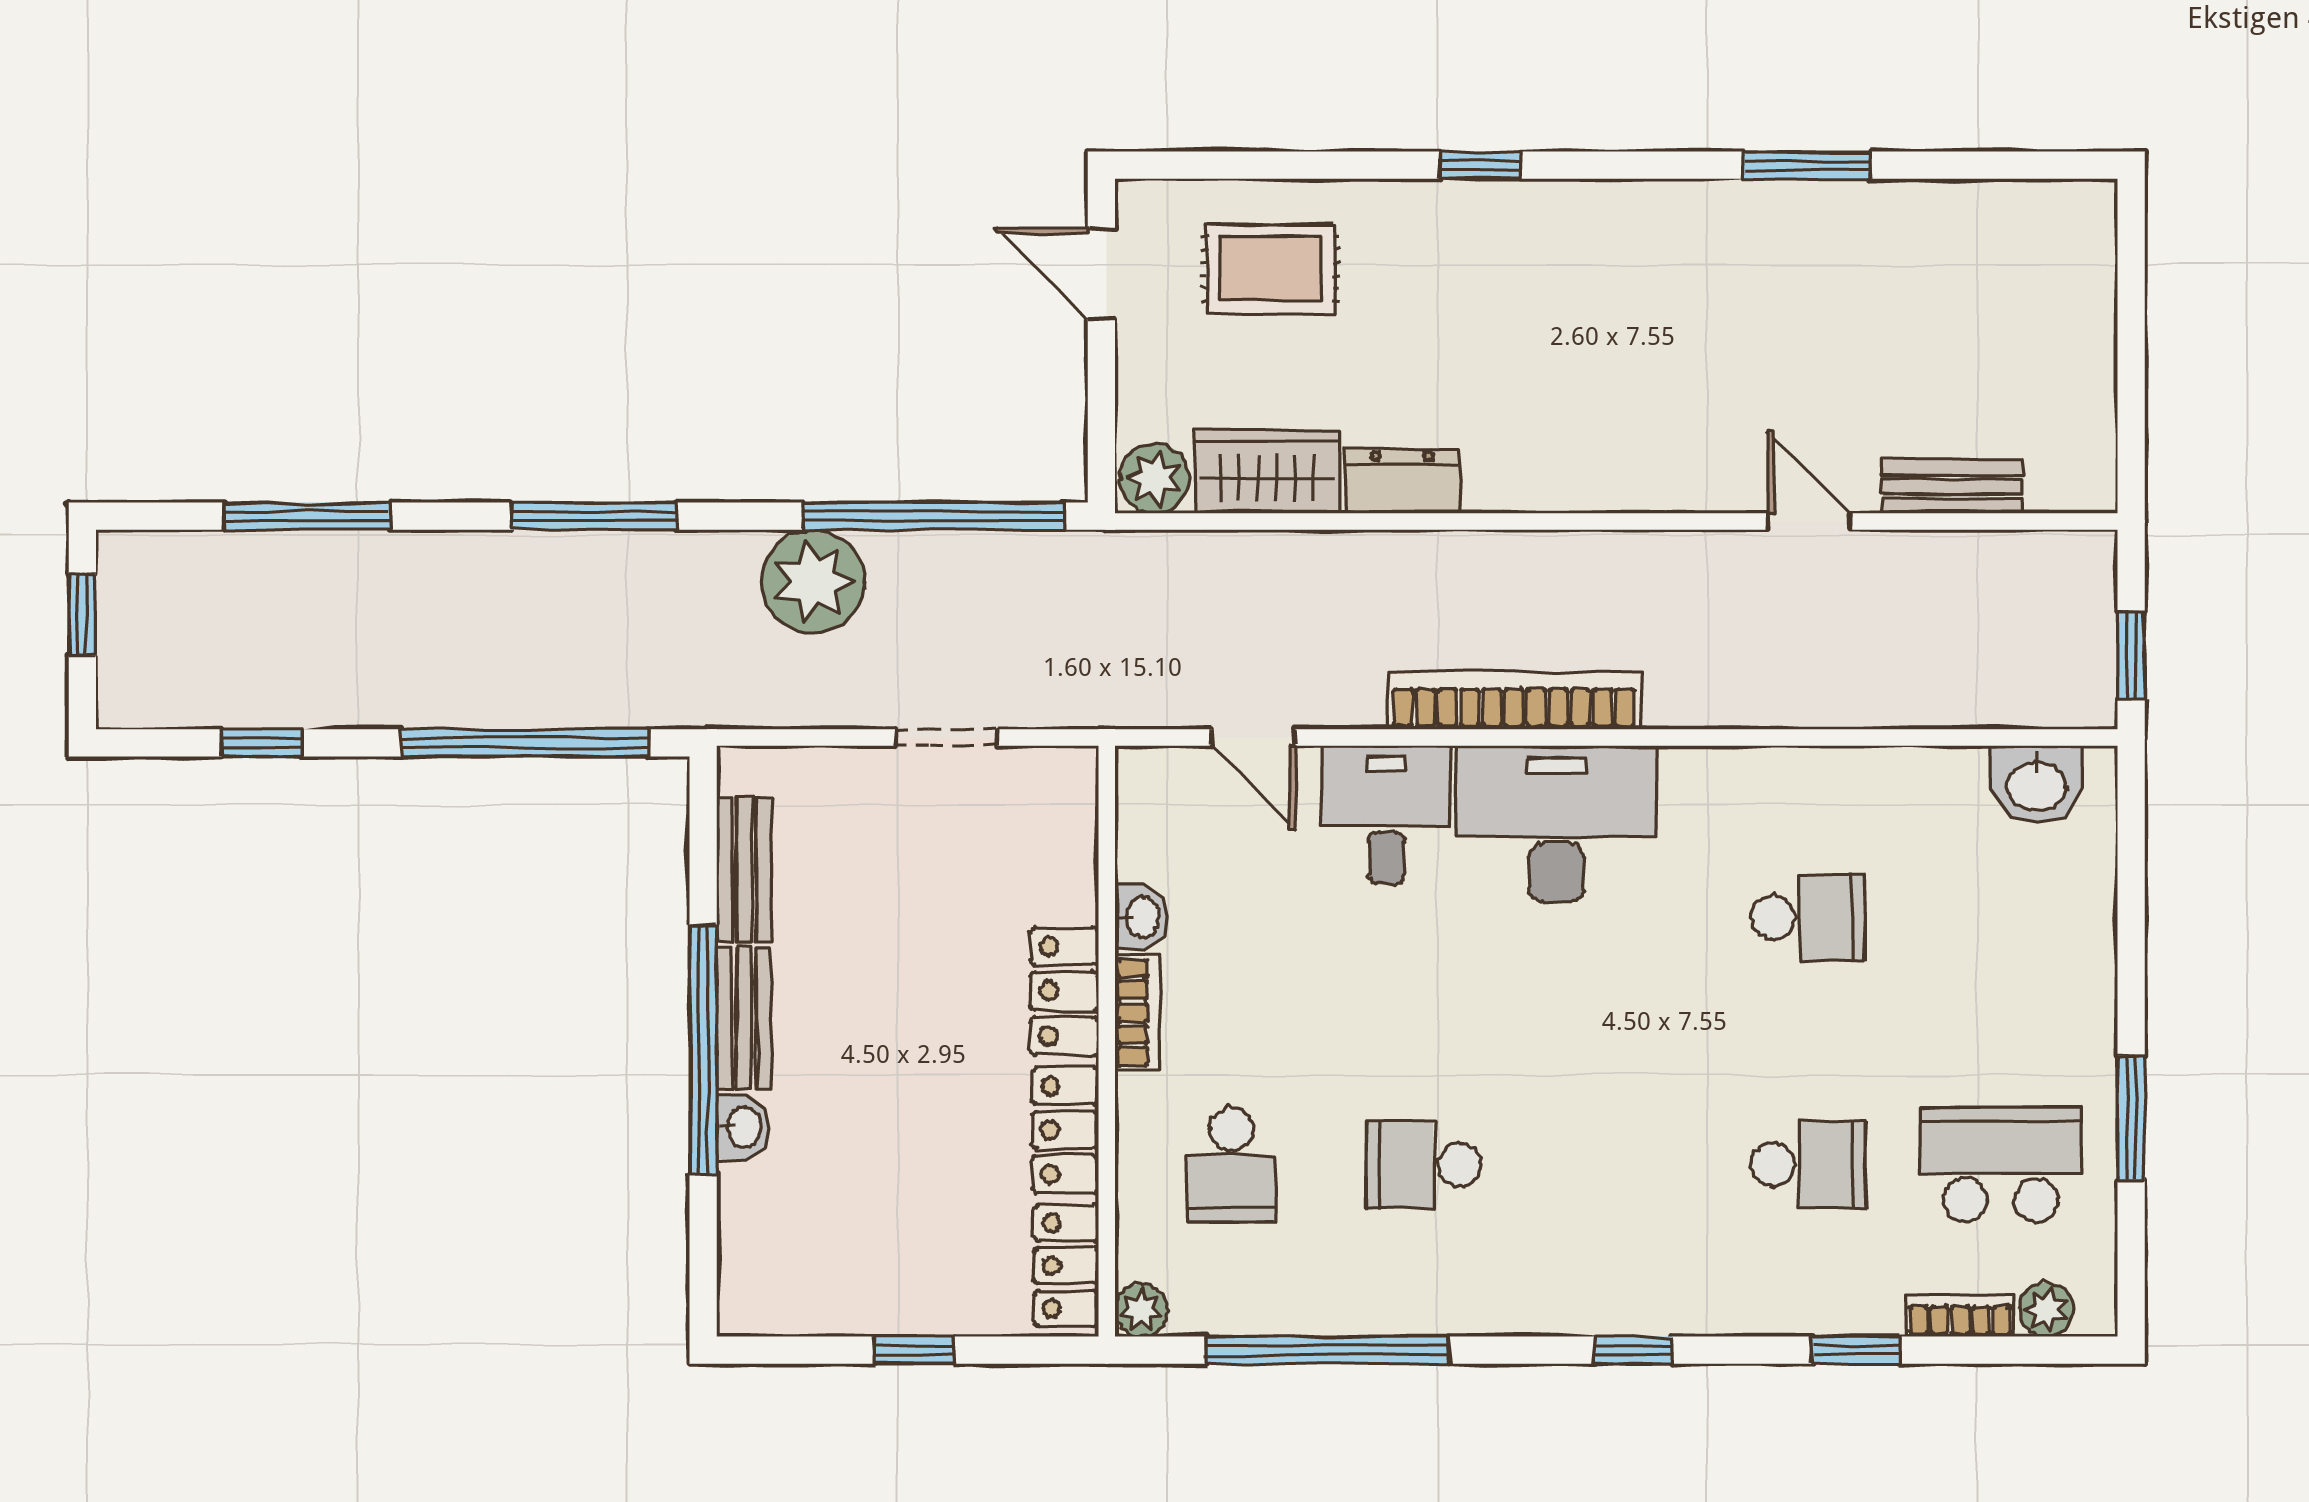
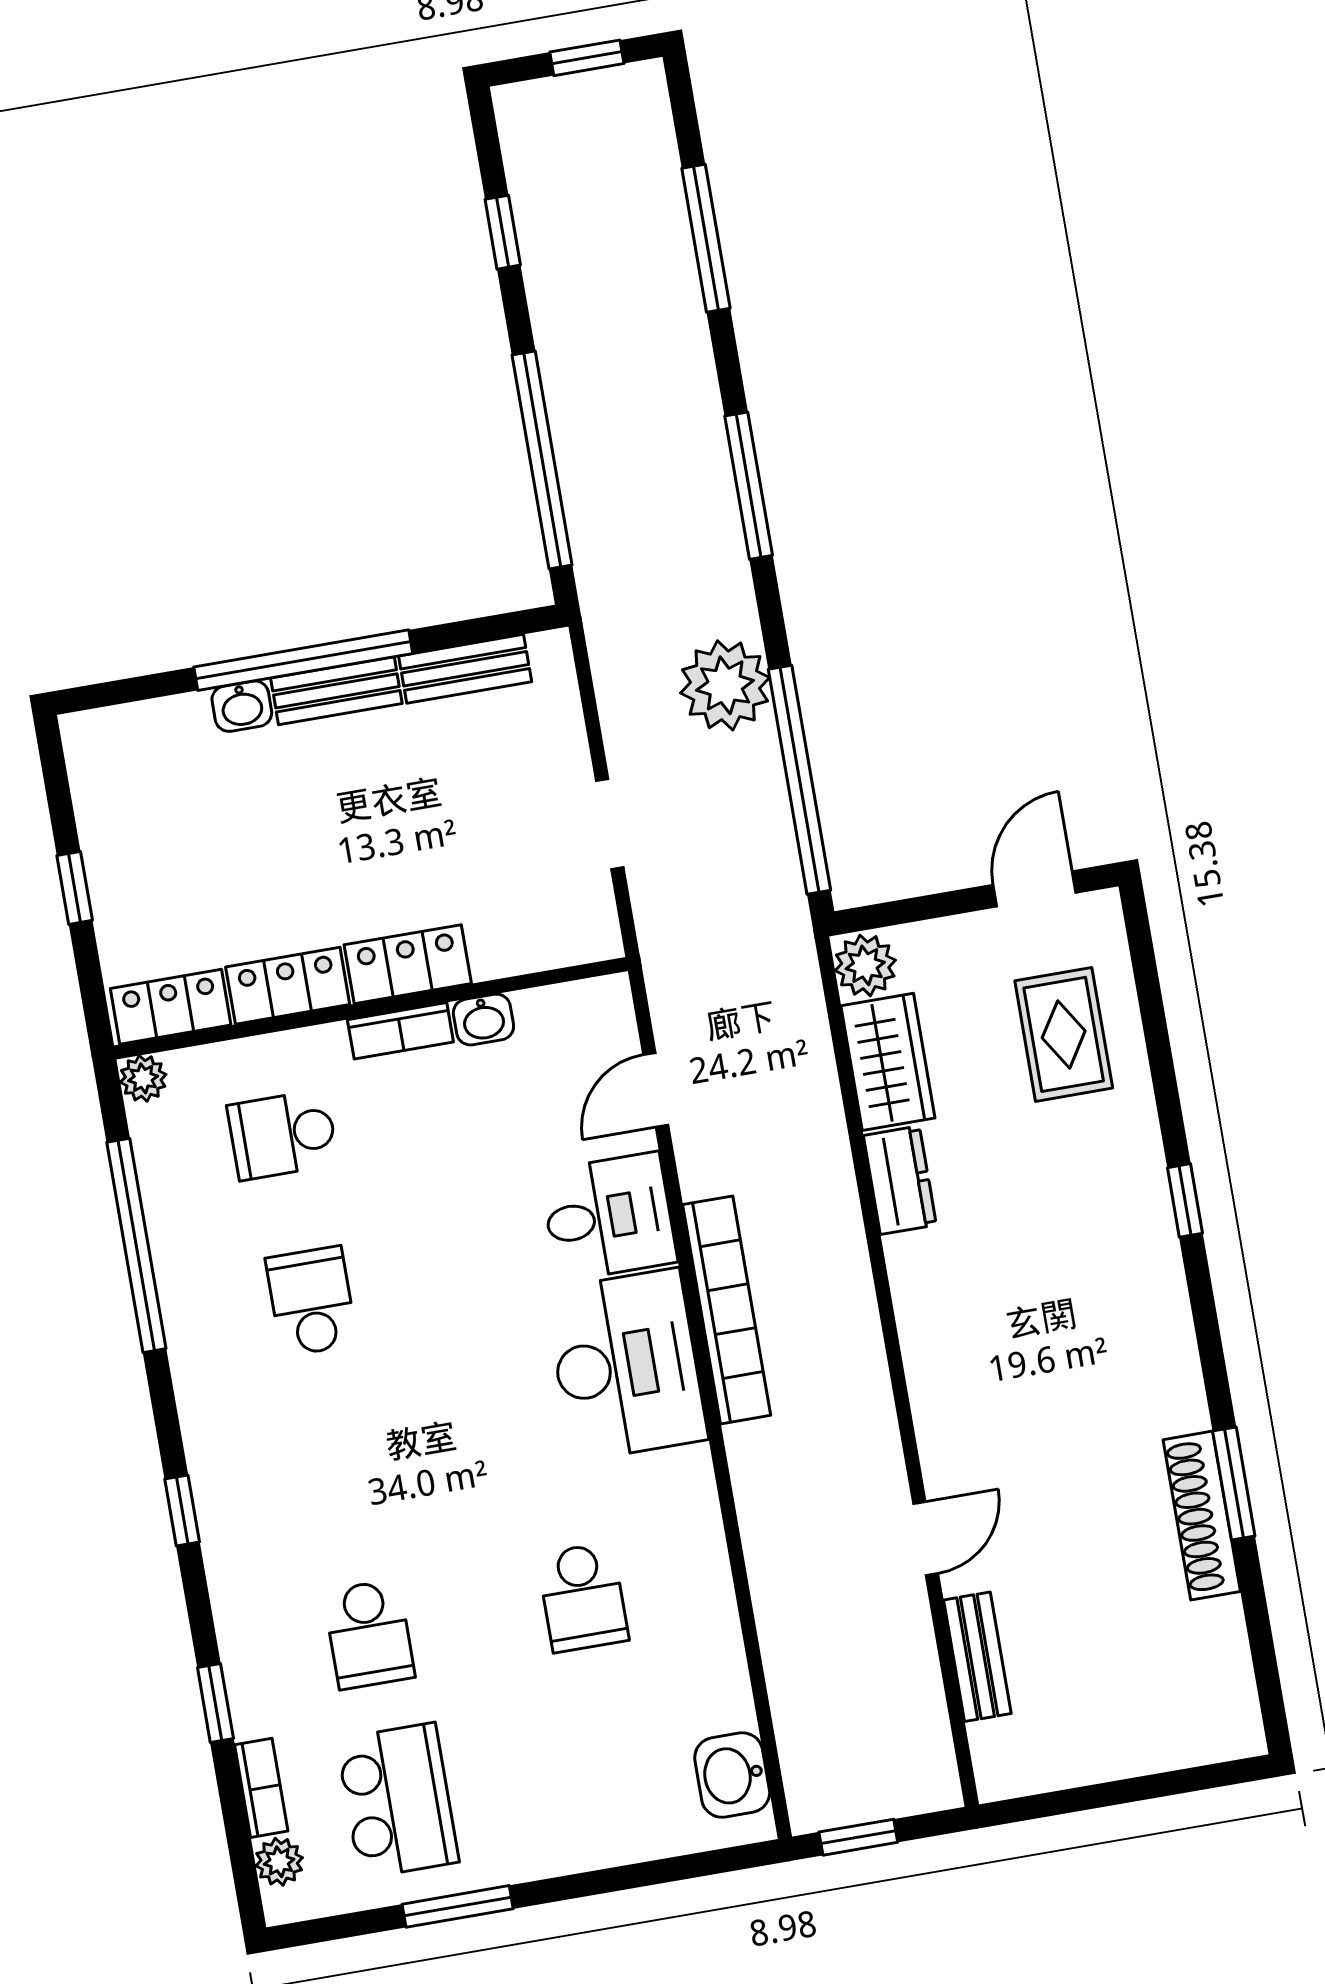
shoe rack: (1837, 207) -> (1202, 1516), added

